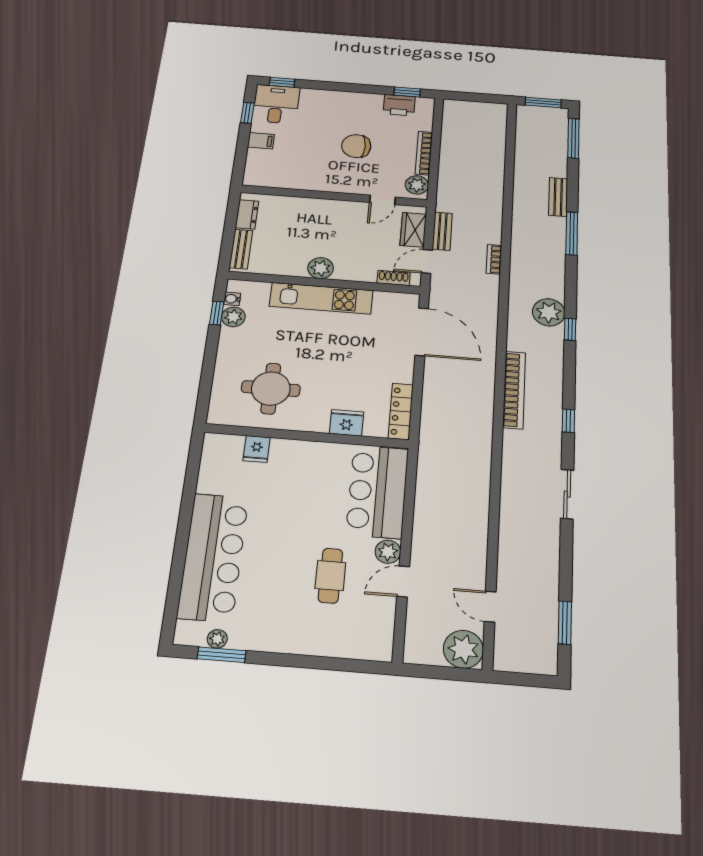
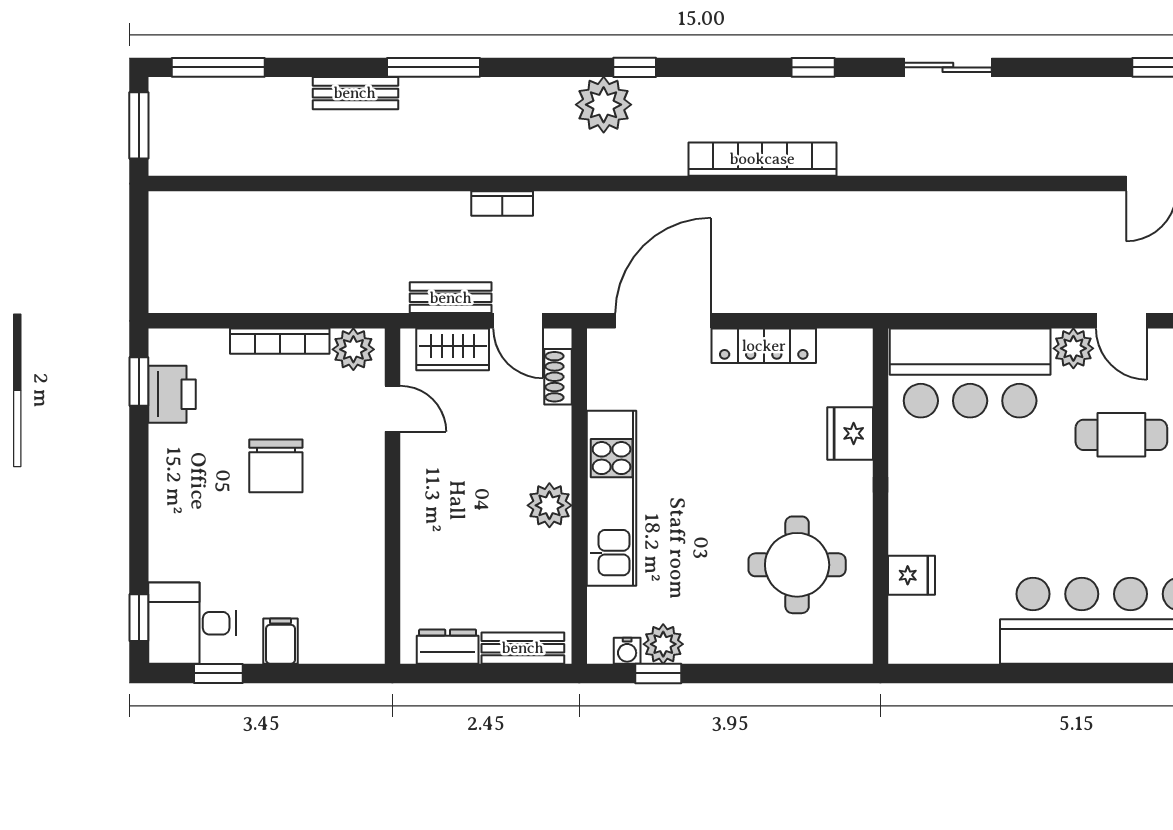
locker: (401, 411) -> (764, 346), moved

